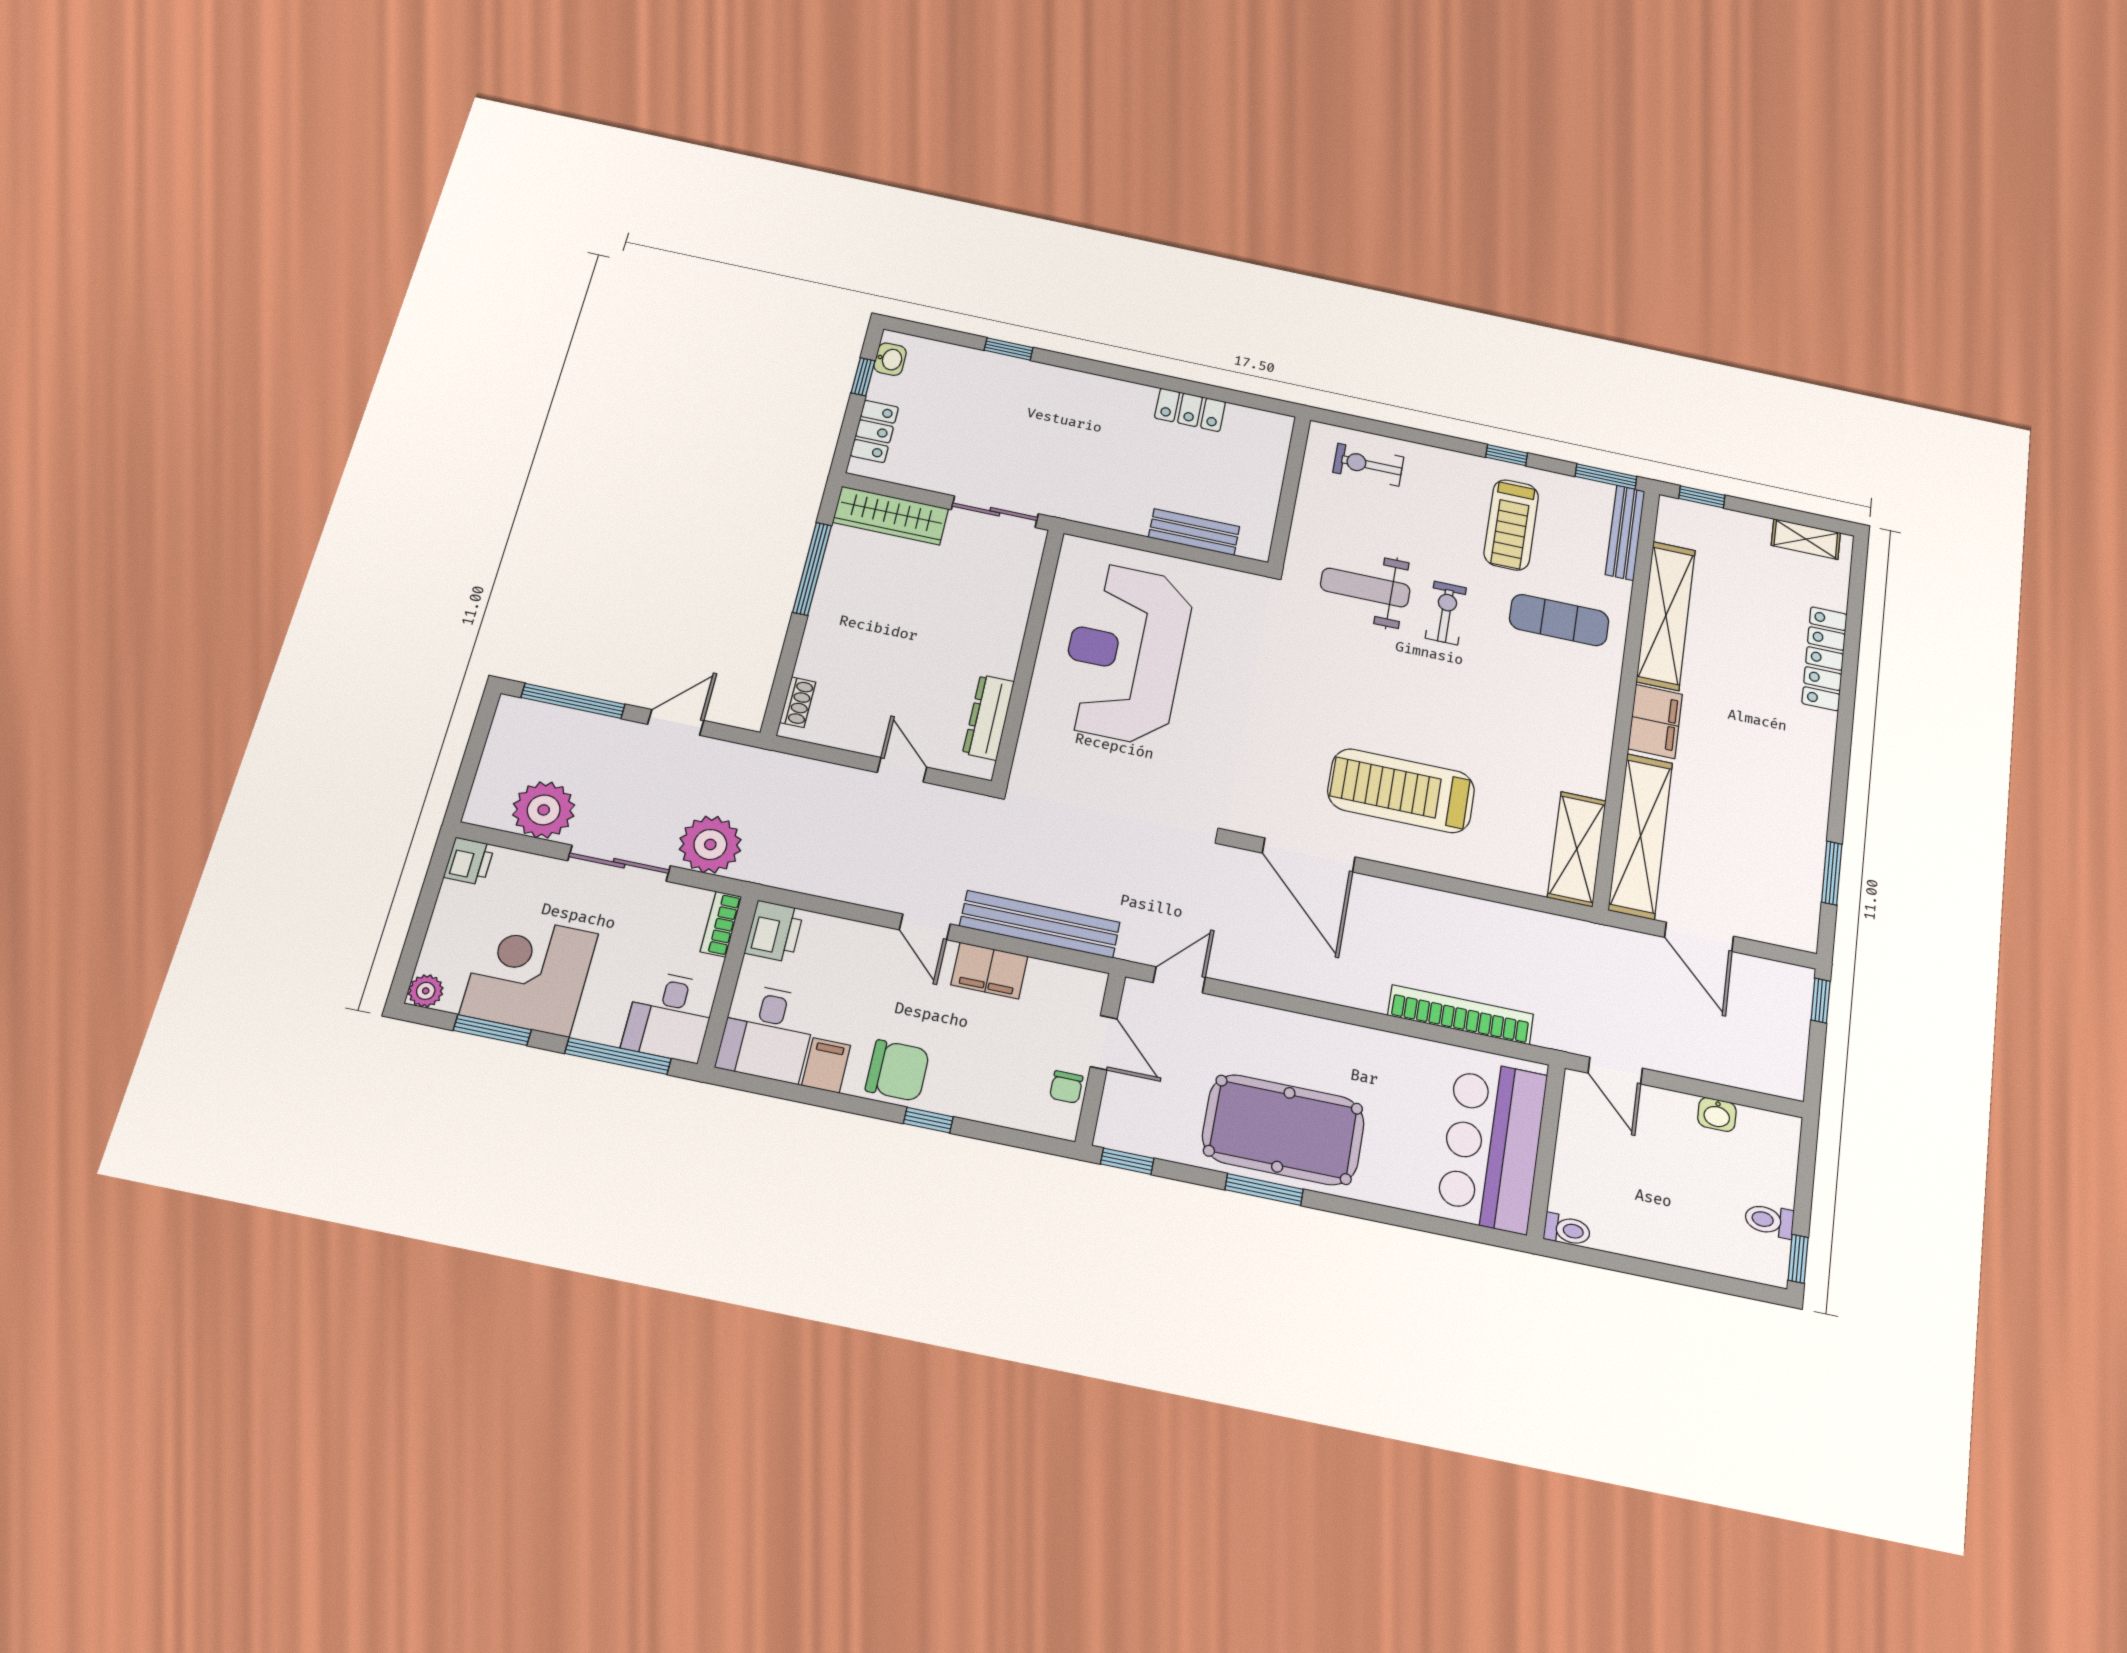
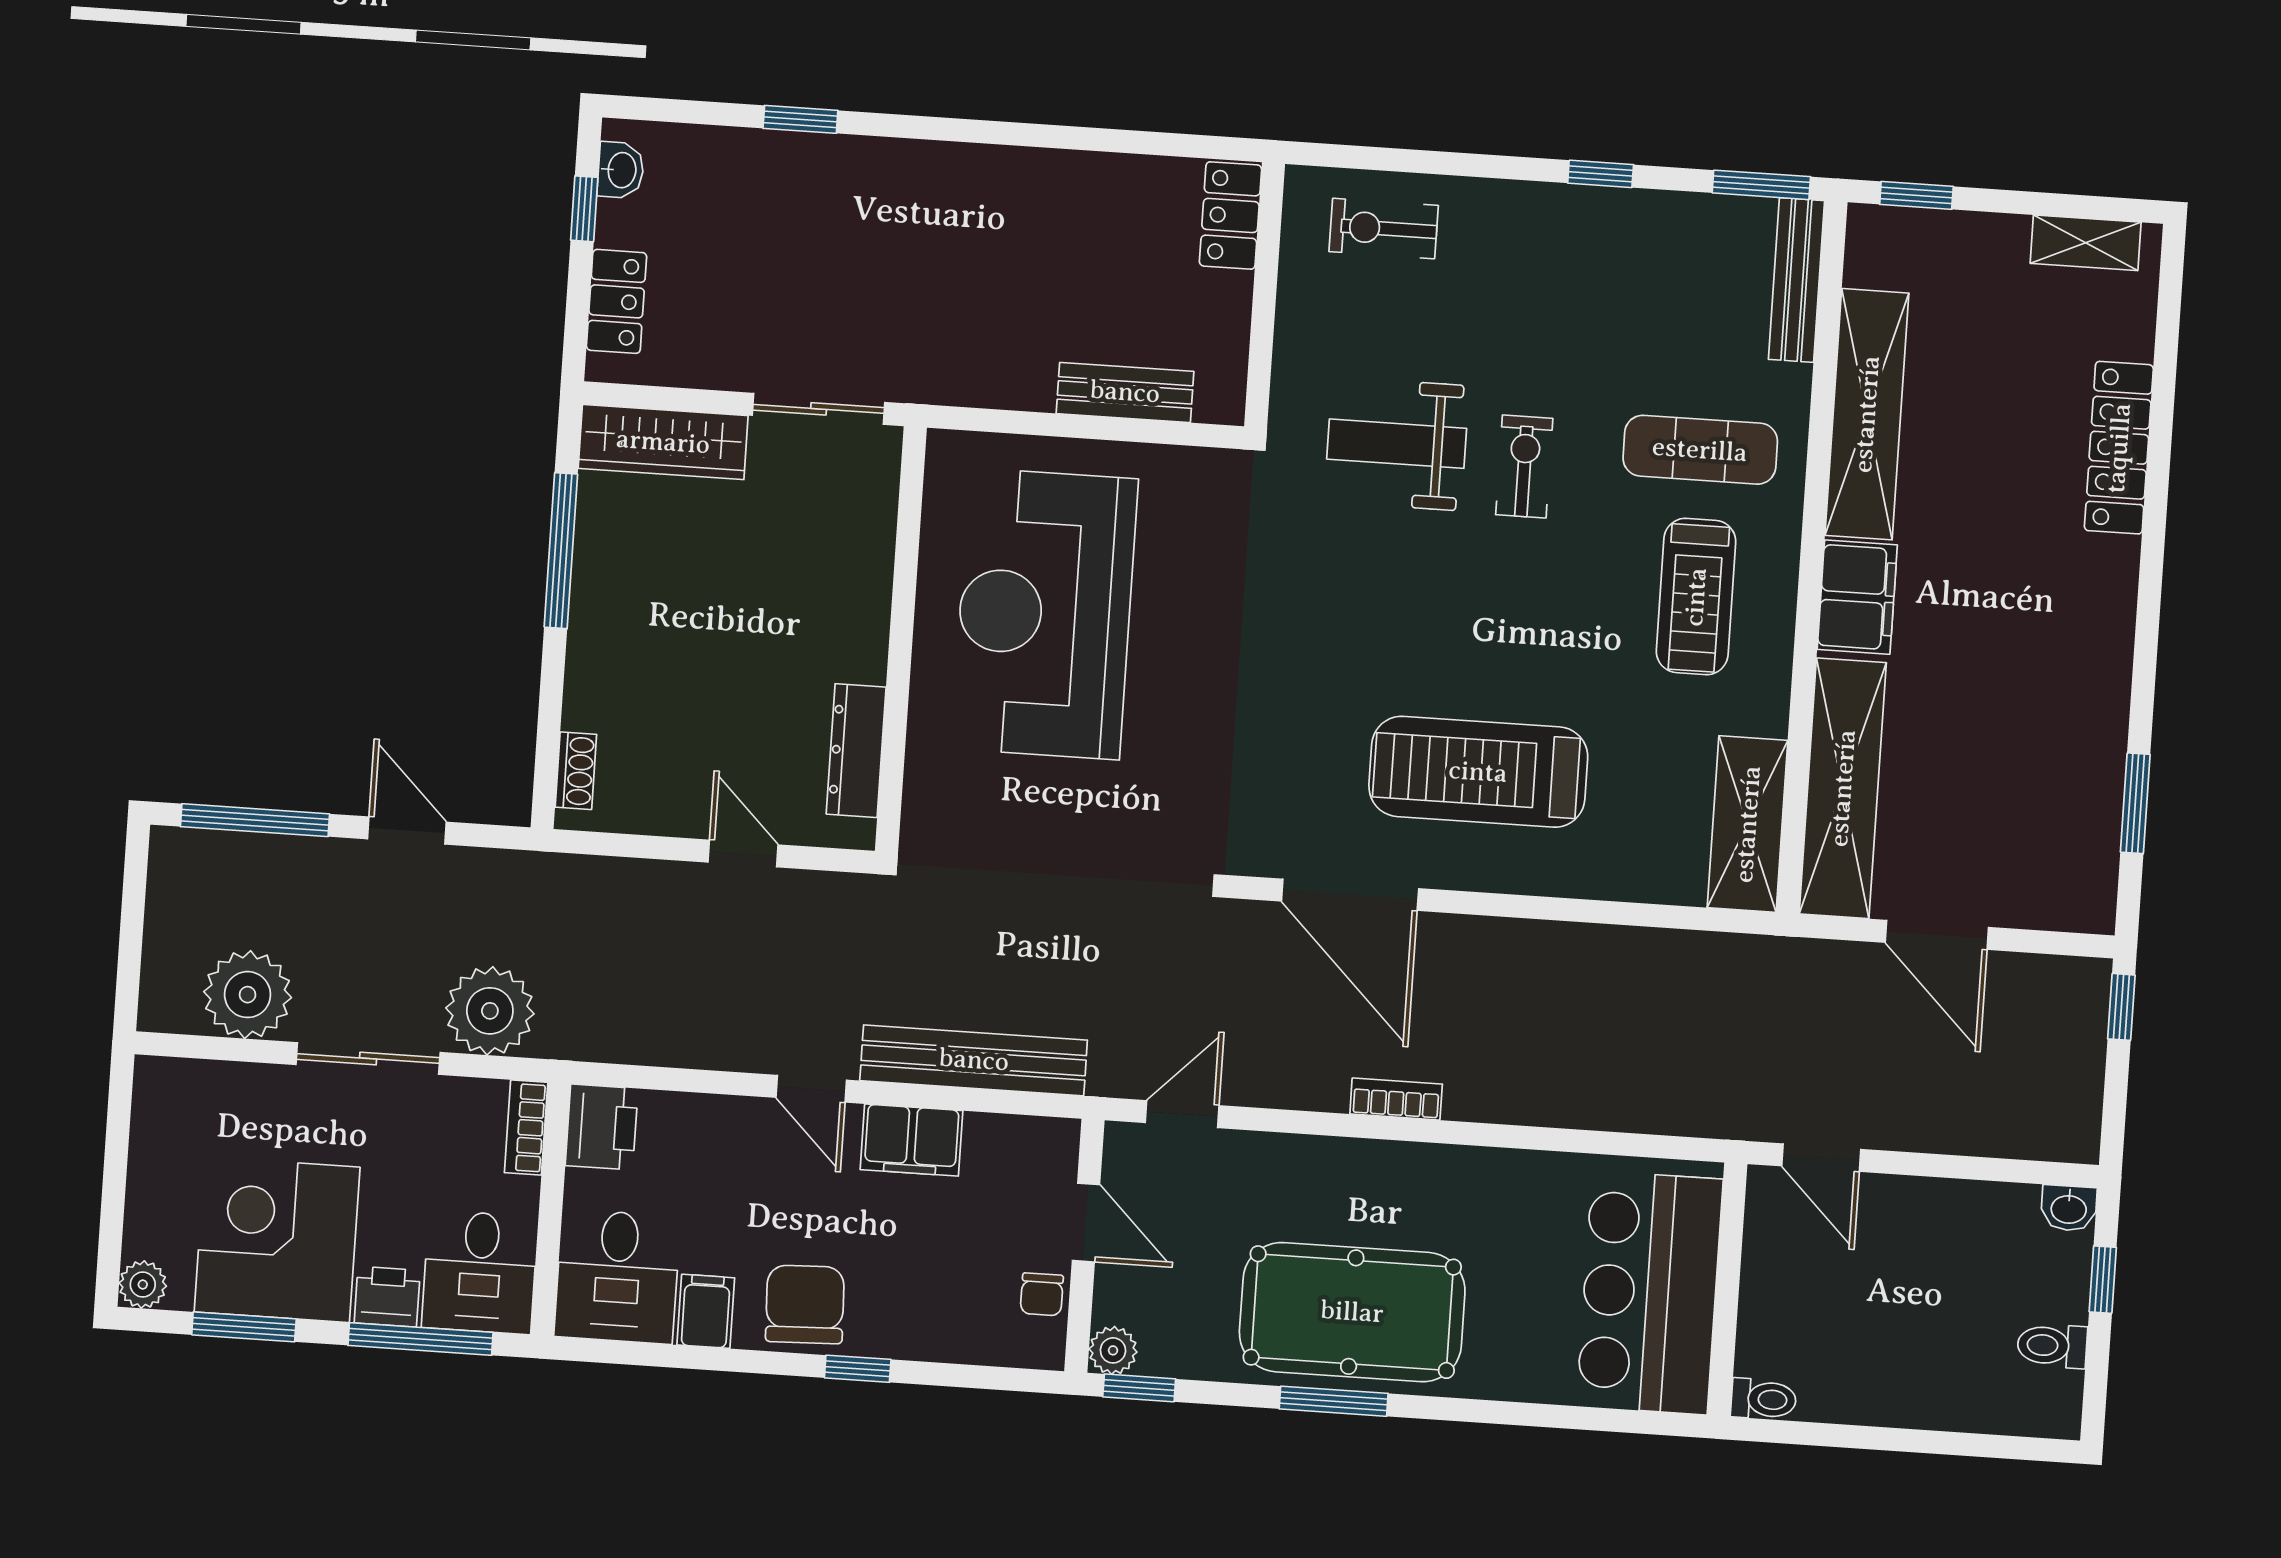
locker: (1190, 410) -> (1230, 215), moved, turned 90
treadmill: (1511, 525) -> (1696, 597), moved
door: (676, 722) -> (407, 831), hinge flipped
printer: (469, 861) -> (387, 1297), moved, turned -90
bookcase: (1461, 1015) -> (1396, 1099), moved, width x0.43, depth x0.76
chair: (897, 1070) -> (805, 1304), turned -92
washbasin: (1717, 1114) -> (2069, 1208), moved
plant: (1112, 1133) -> (1113, 1350), added
window: (1798, 1259) -> (2103, 1280), moved

